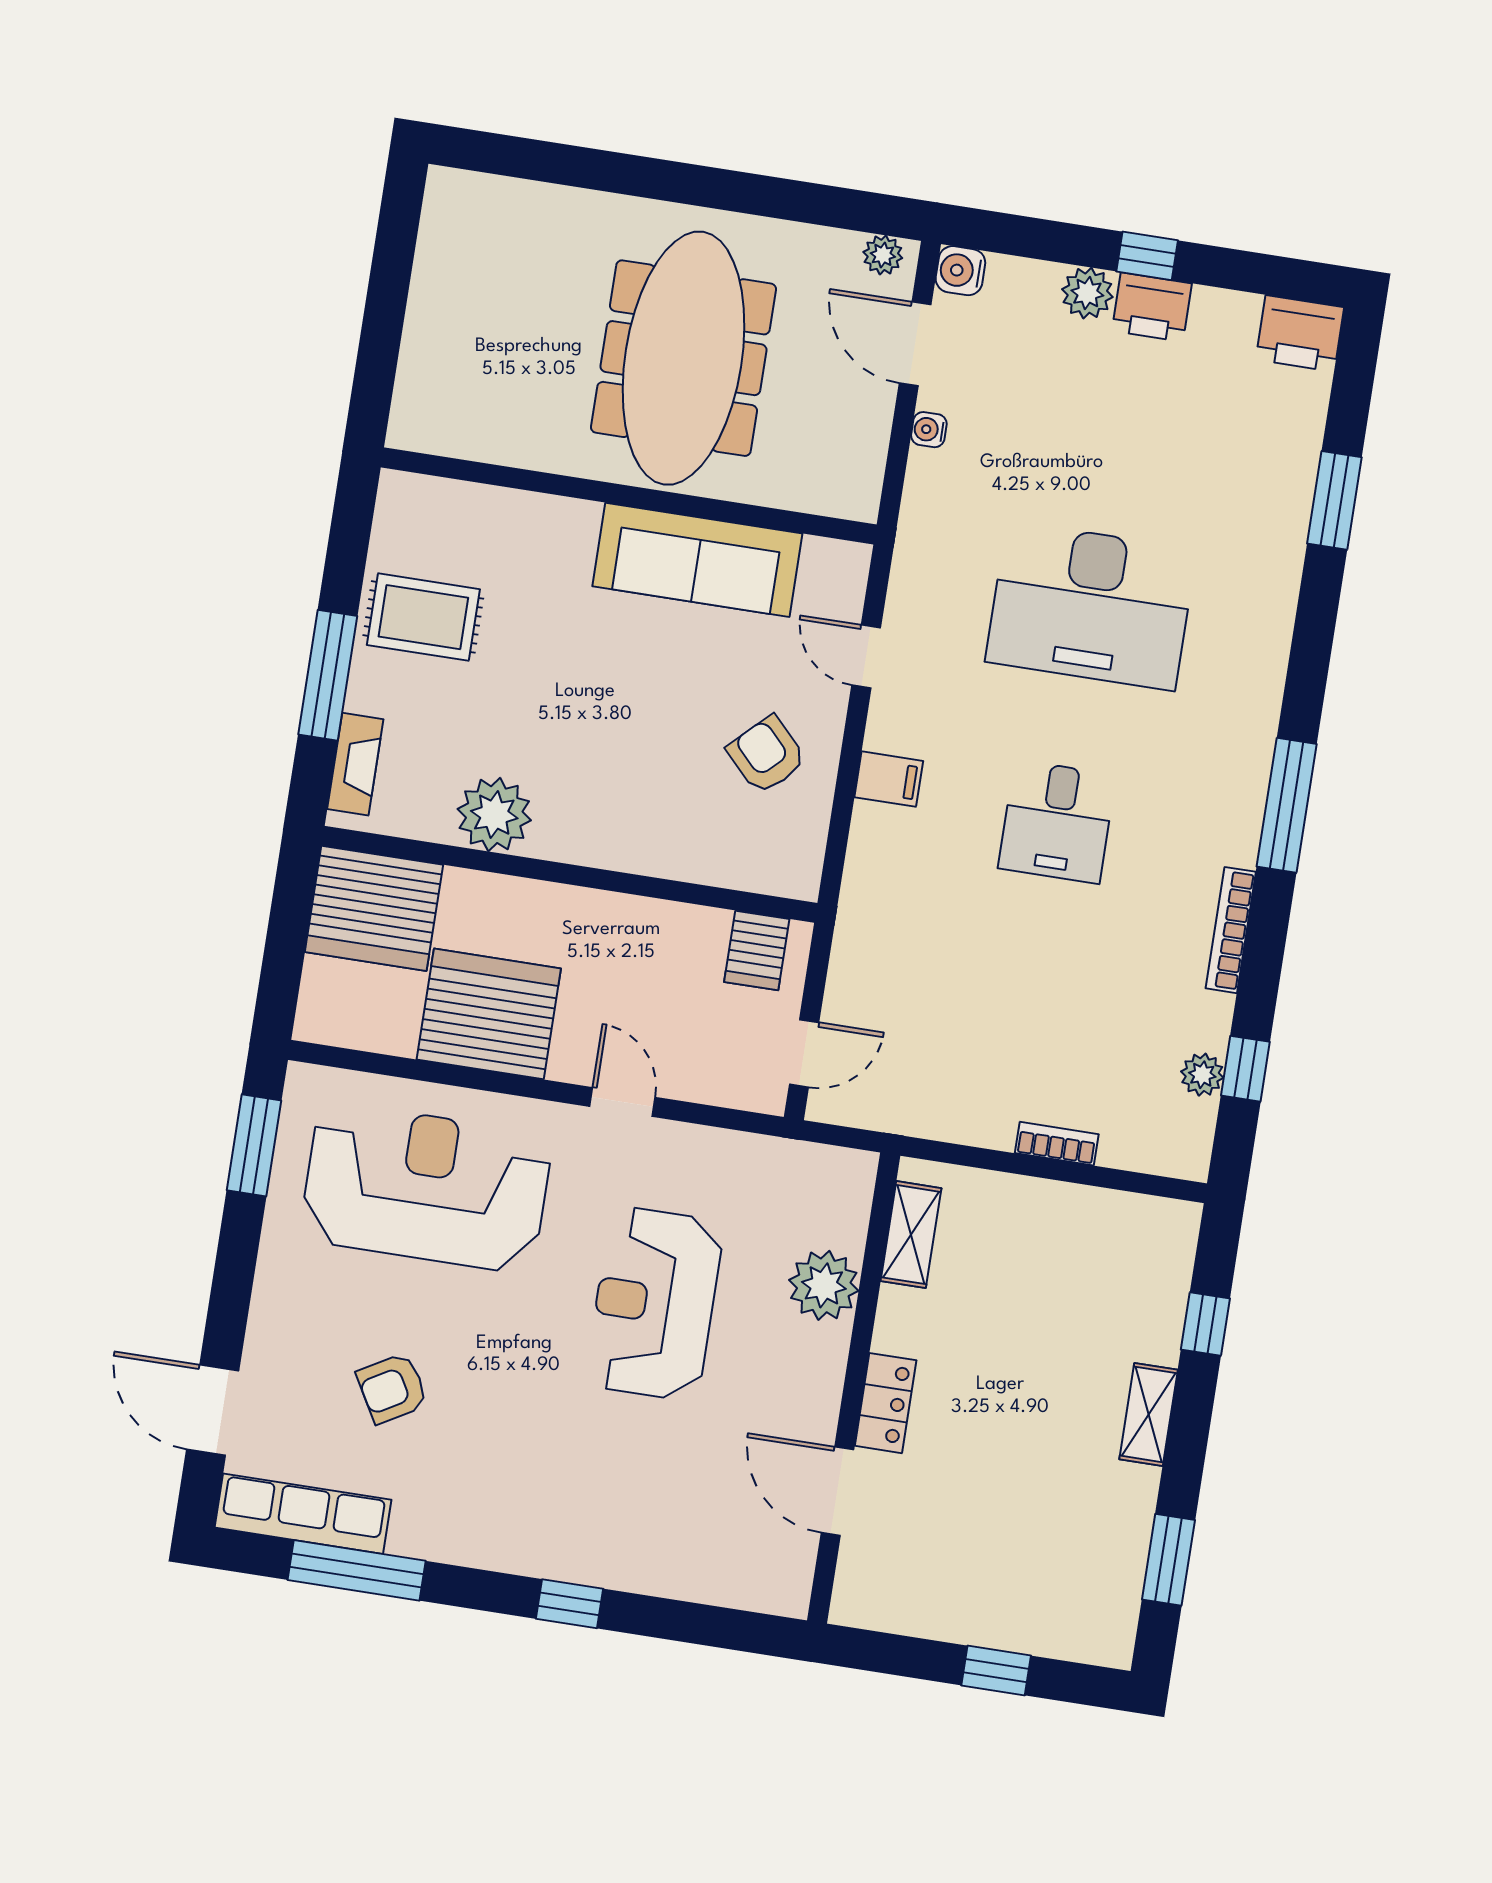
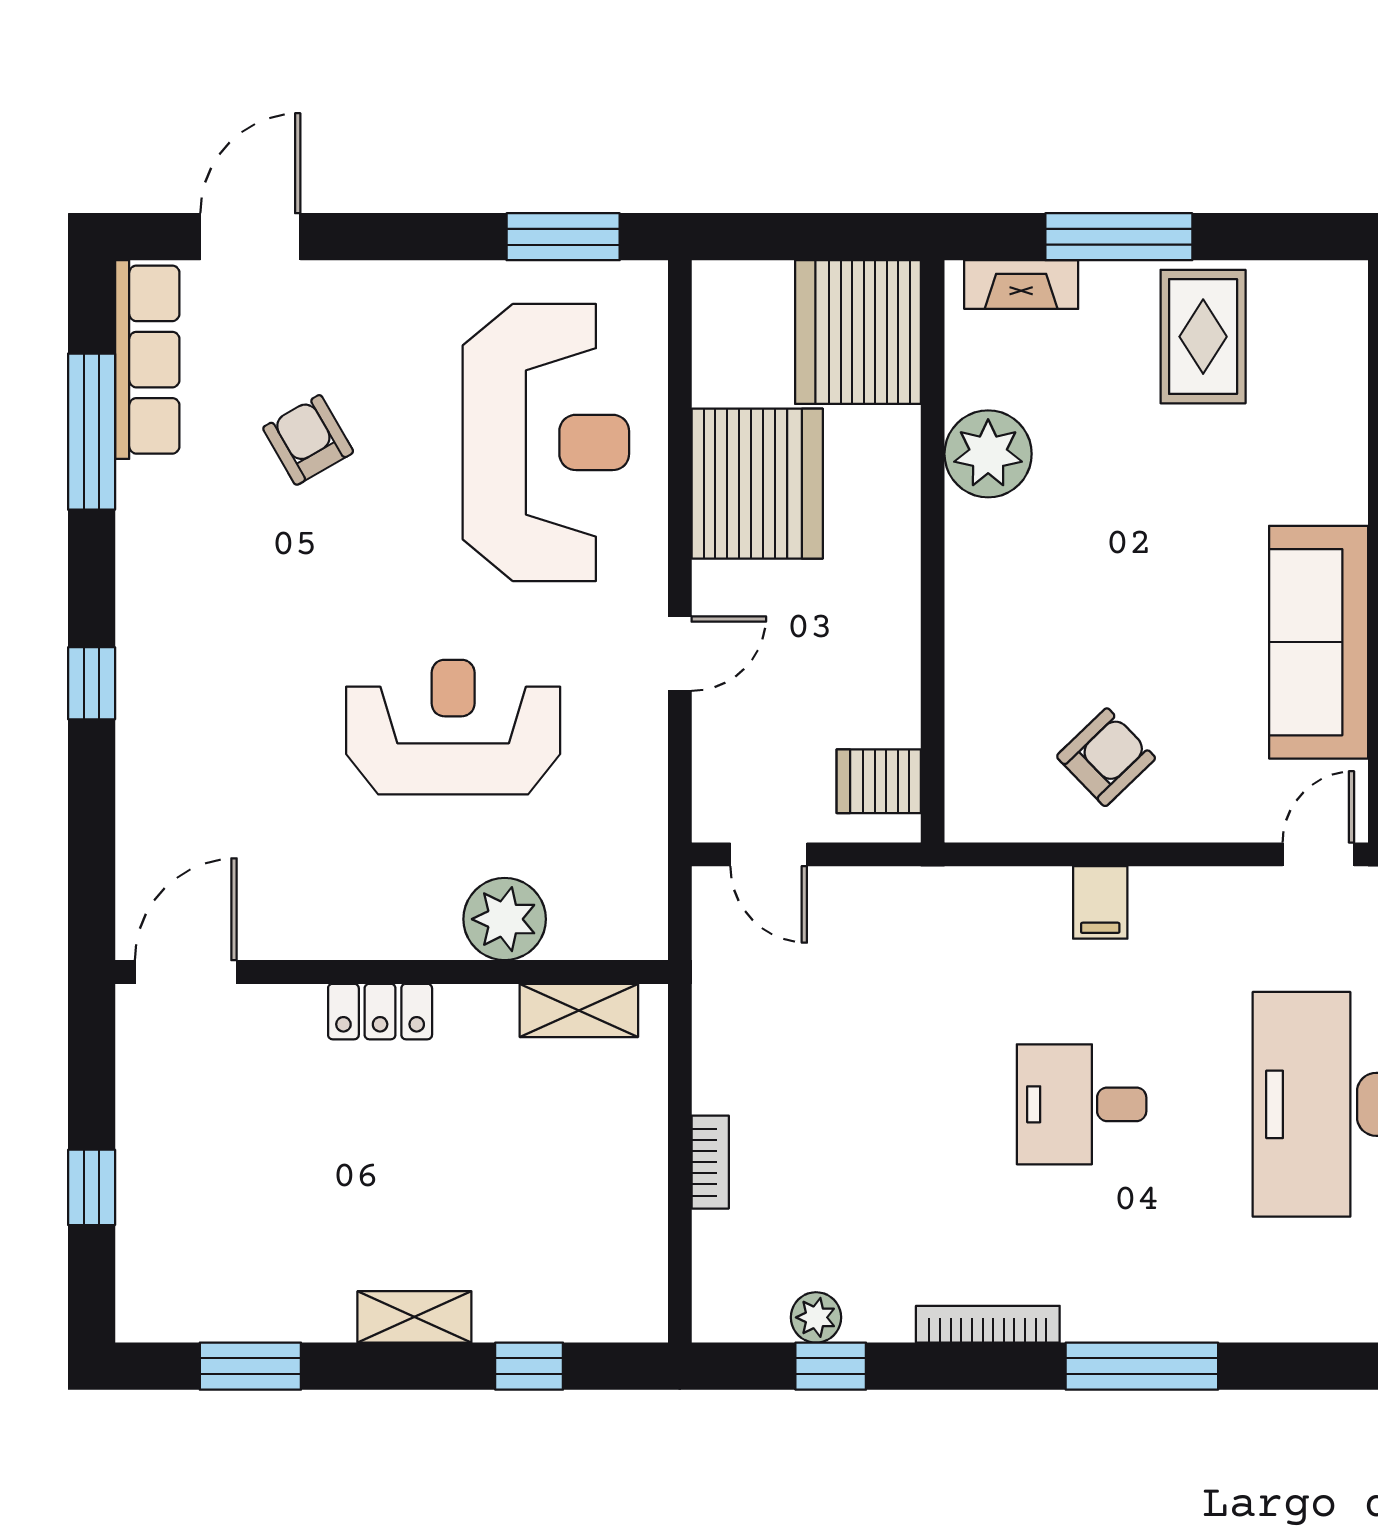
door: (866, 657) -> (1318, 854), moved
door: (837, 1491) -> (186, 972), moved

